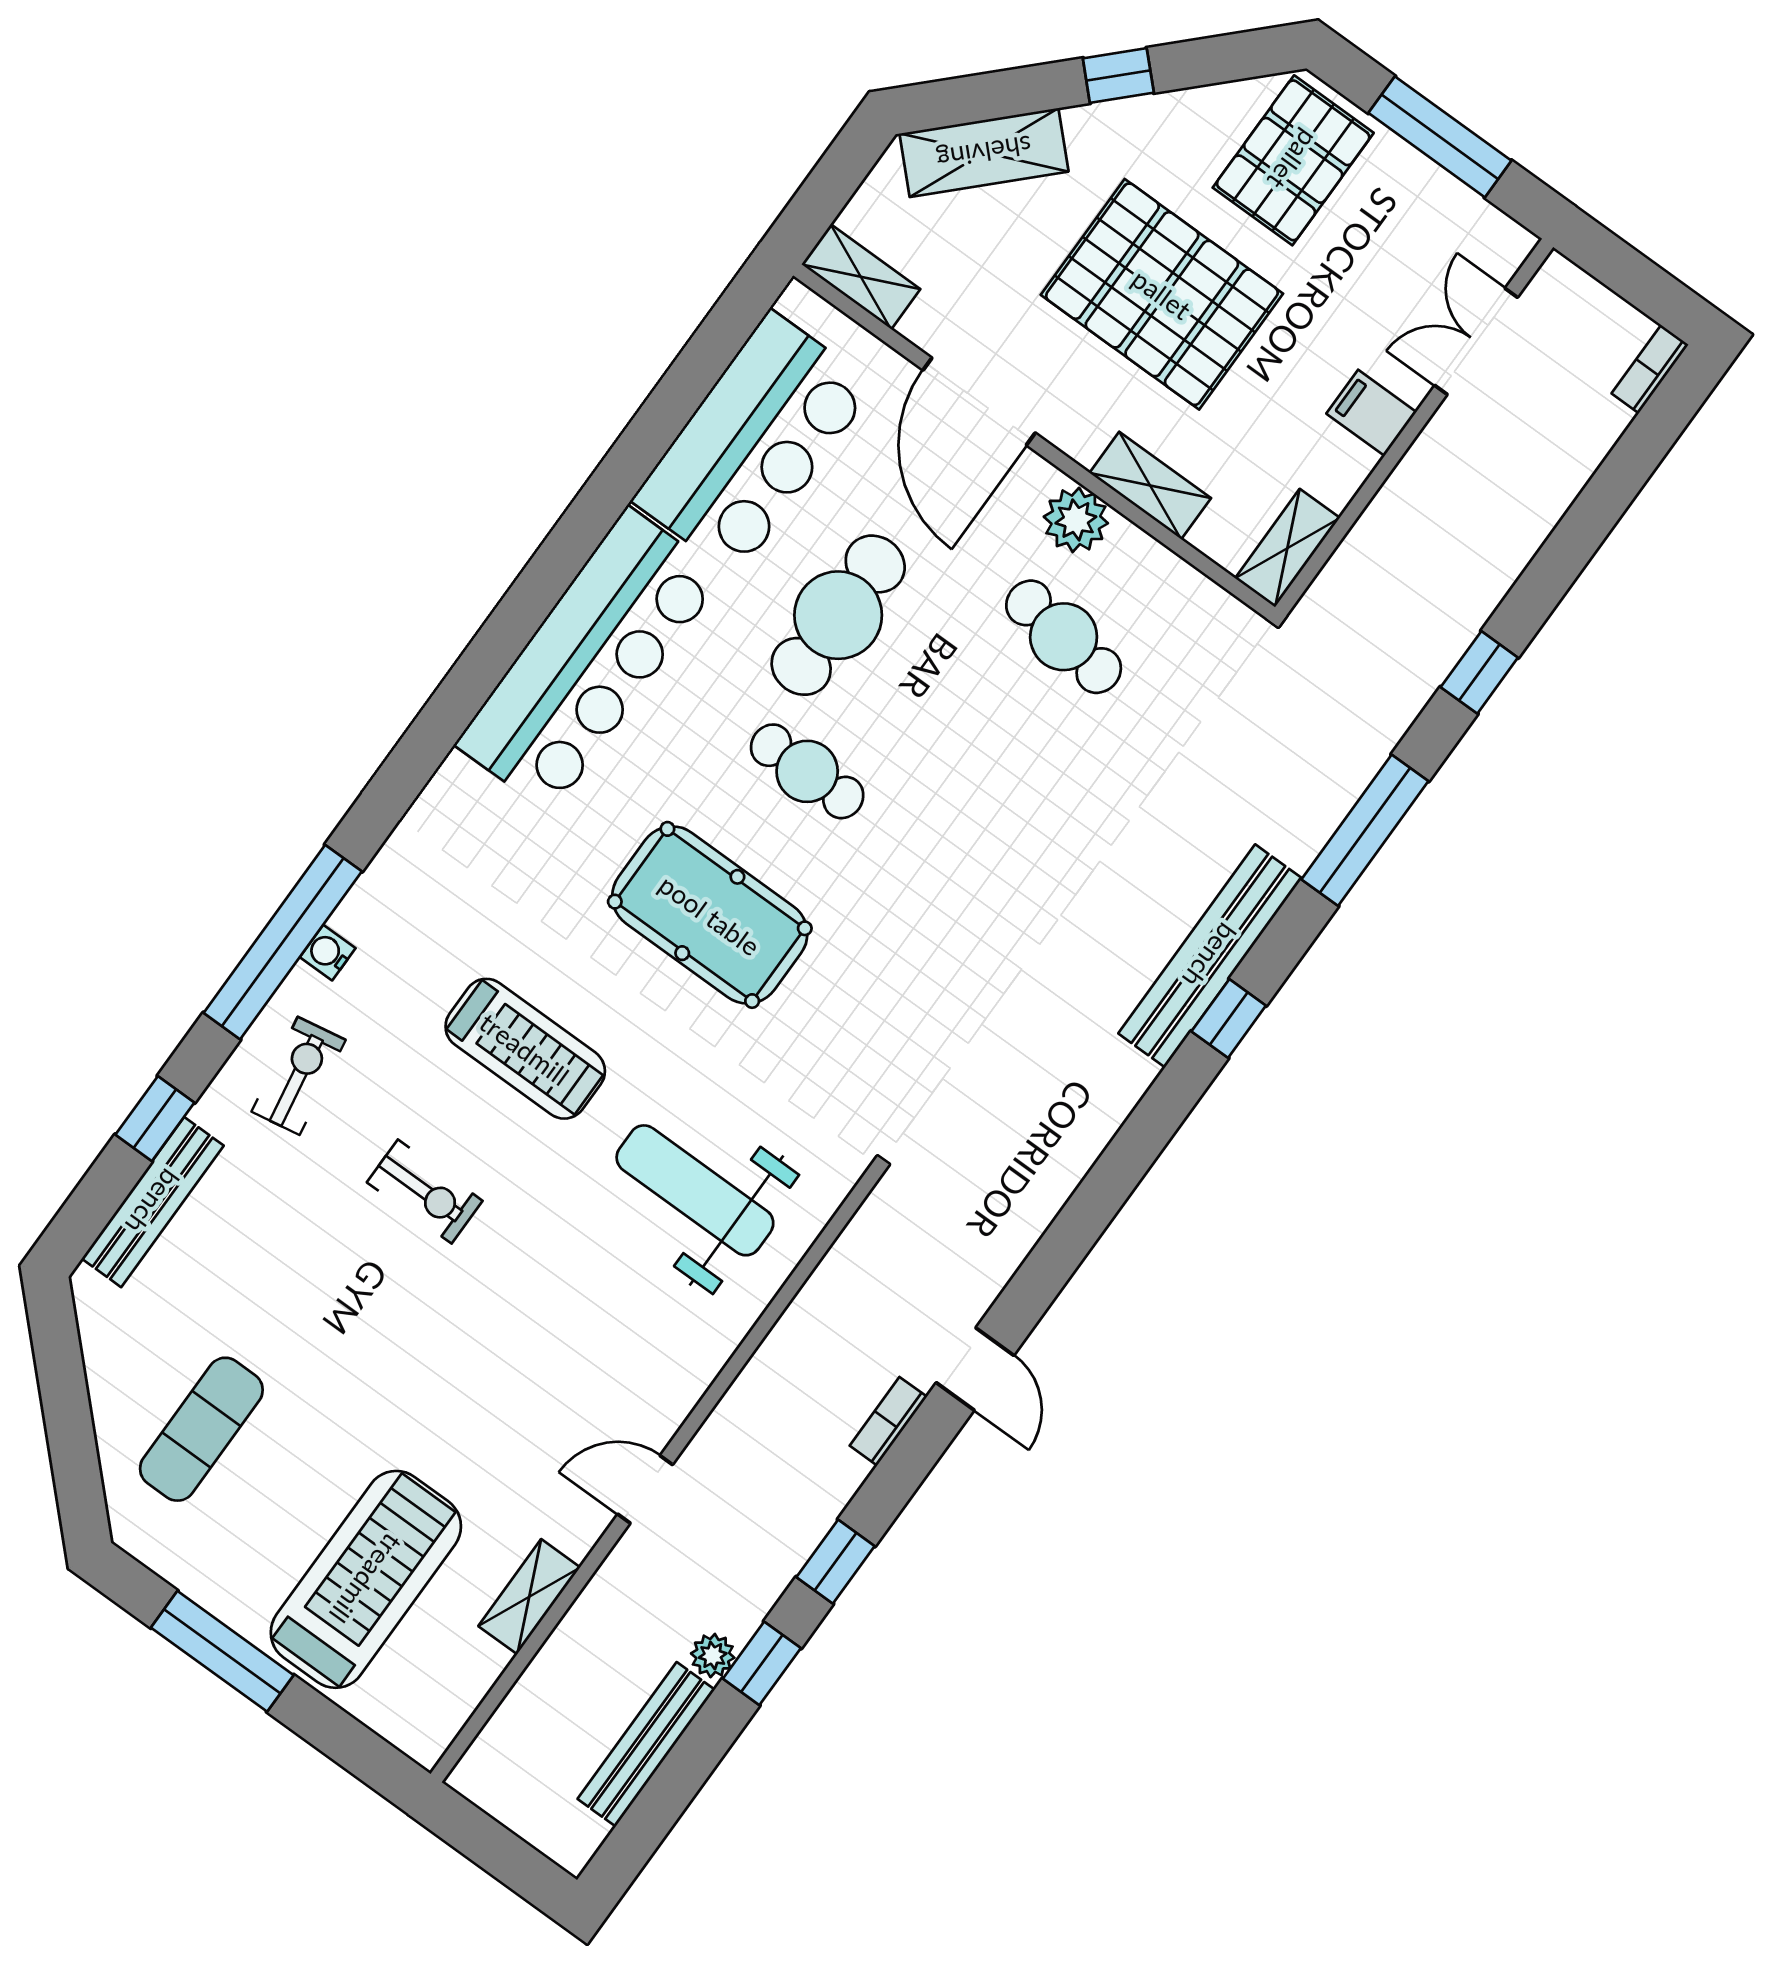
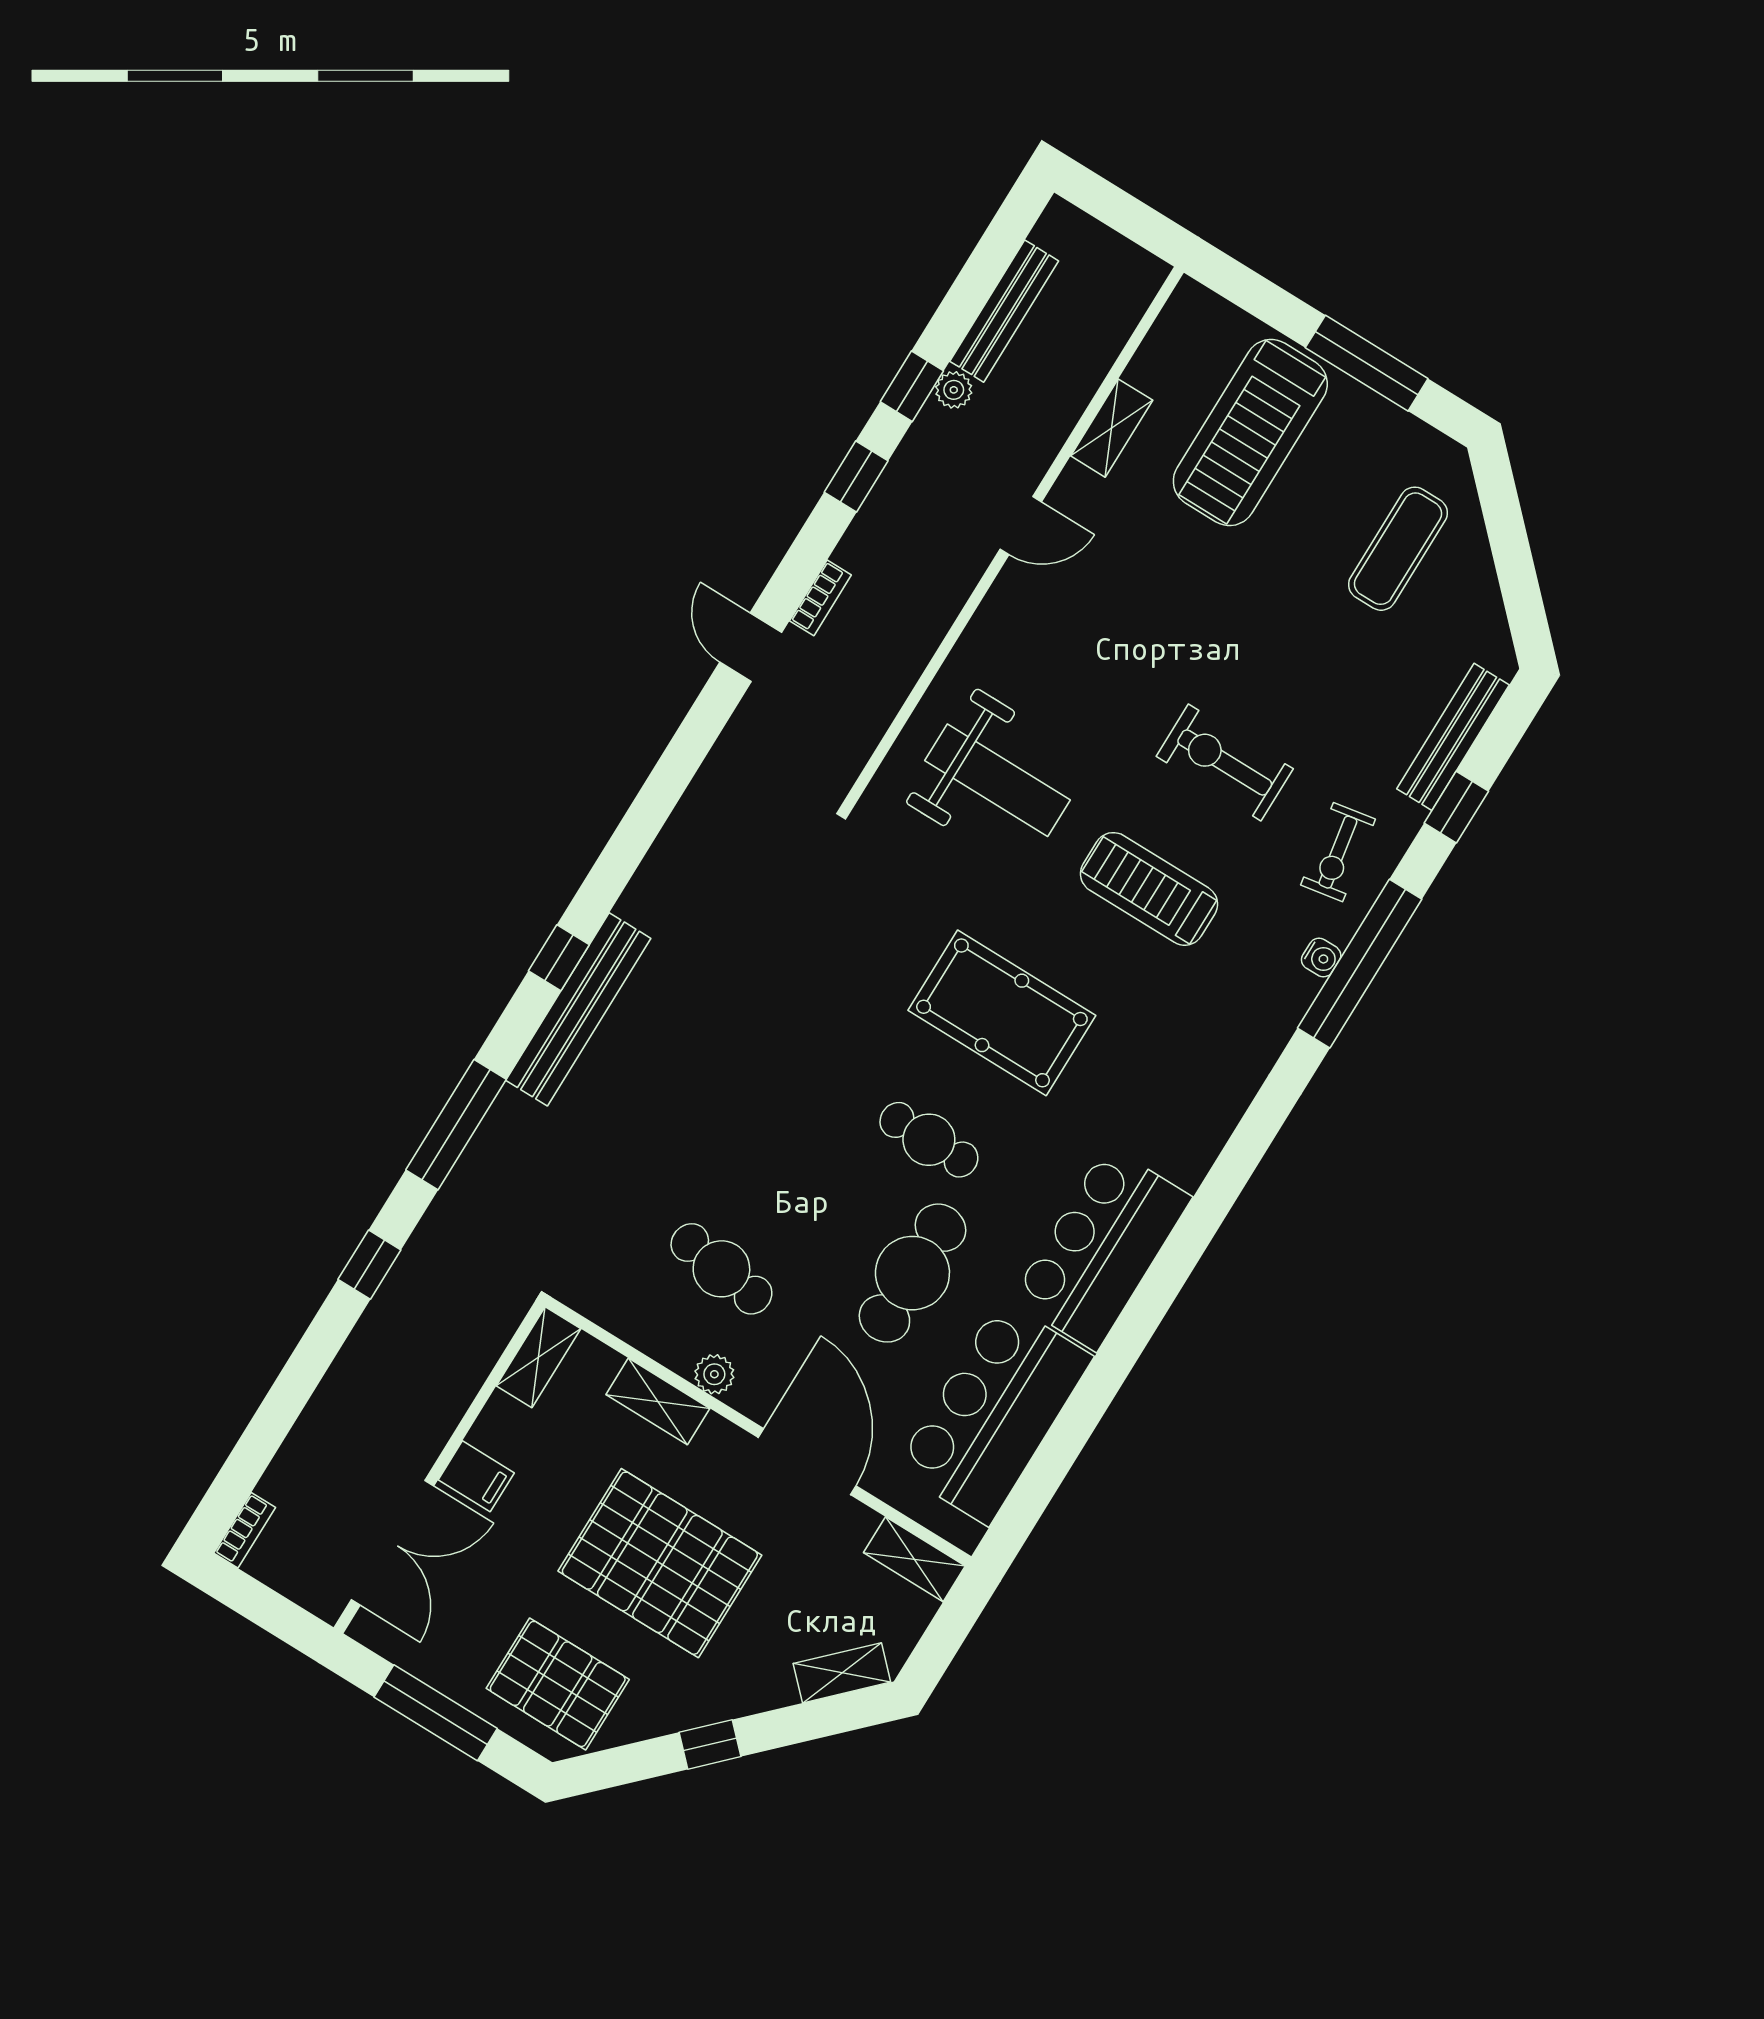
shelving: (984, 153) -> (842, 1673), width x0.67, depth x0.75
pallet: (1293, 160) -> (558, 1684), turned 90
double door: (1476, 341) -> (393, 1543), width x1.37
plant: (1076, 520) -> (714, 1374), width x0.73, depth x0.73
bar counter: (589, 660) -> (1102, 1248), width x0.73
exercise bike: (425, 1192) -> (1225, 763), width x1.38, depth x1.39

